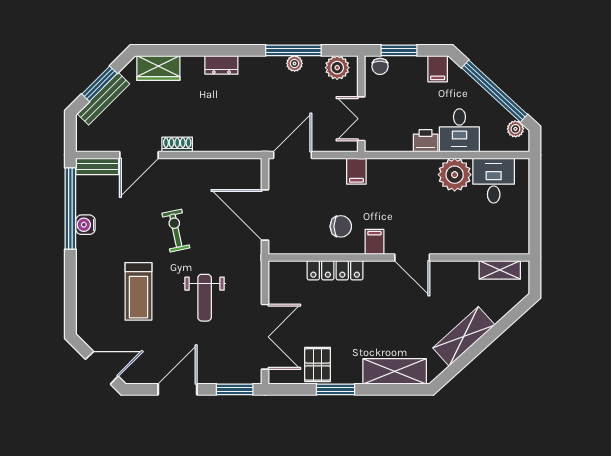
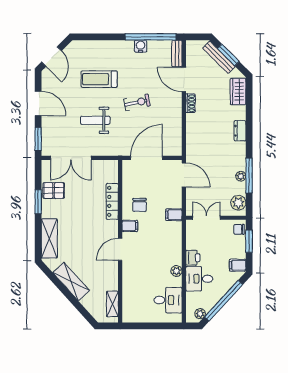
plant: (455, 175) -> (176, 271), width x0.53, depth x0.53

